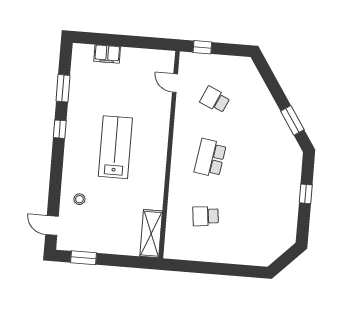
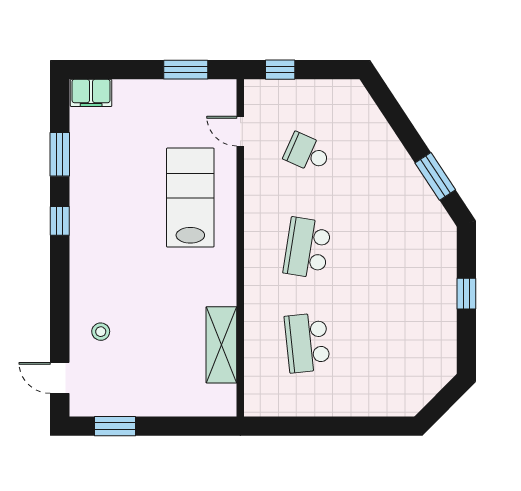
window: (144, 43) -> (186, 70), added
filing cabinet: (107, 54) -> (91, 93), moved
lab bench: (115, 147) -> (190, 198), moved
school desk: (206, 216) -> (307, 343), width x1.85
shelving: (151, 234) -> (221, 345), moved

